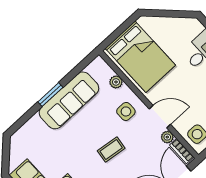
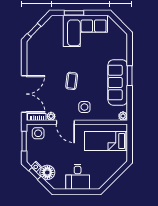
bed: (140, 57) -> (106, 141), width x0.67
plant: (116, 82) -> (123, 116), moved
door: (160, 117) -> (65, 122), hinge flipped

